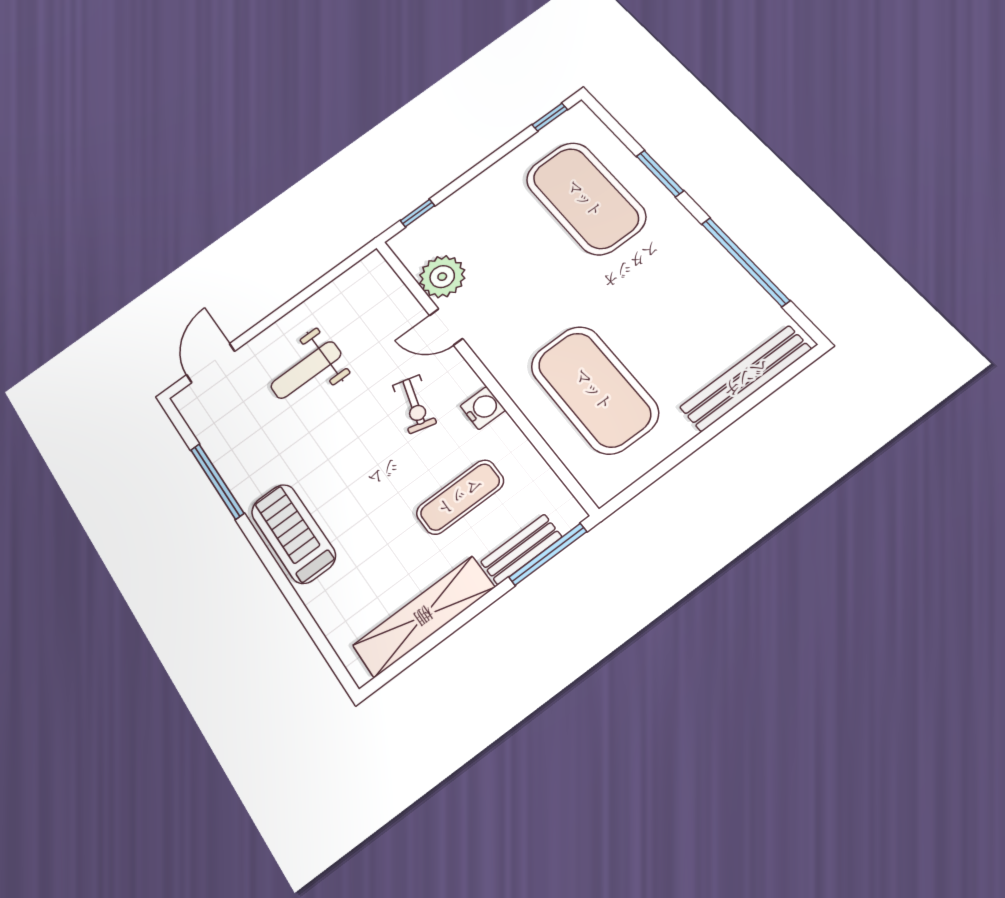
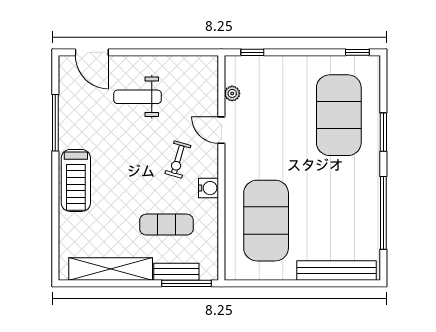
plant: (442, 277) -> (232, 93), width x0.53, depth x0.53
door: (211, 363) -> (92, 52), swing flipped
treadmill: (293, 533) -> (76, 180), turned 180

